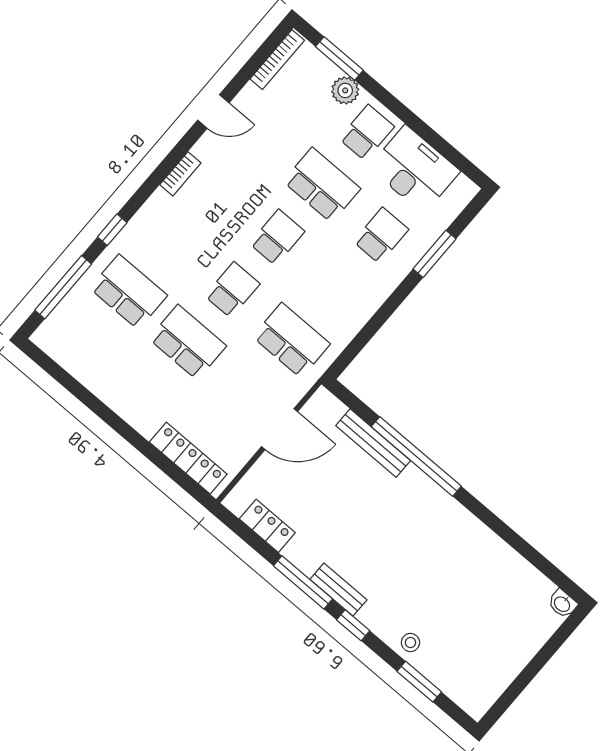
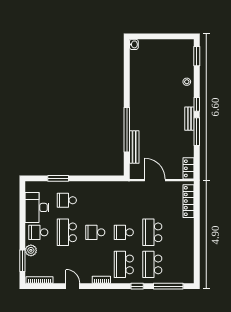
school desk: (291, 340) -> (124, 264), moved
locker: (267, 526) -> (189, 168), moved
window: (419, 682) -> (197, 56), moved

